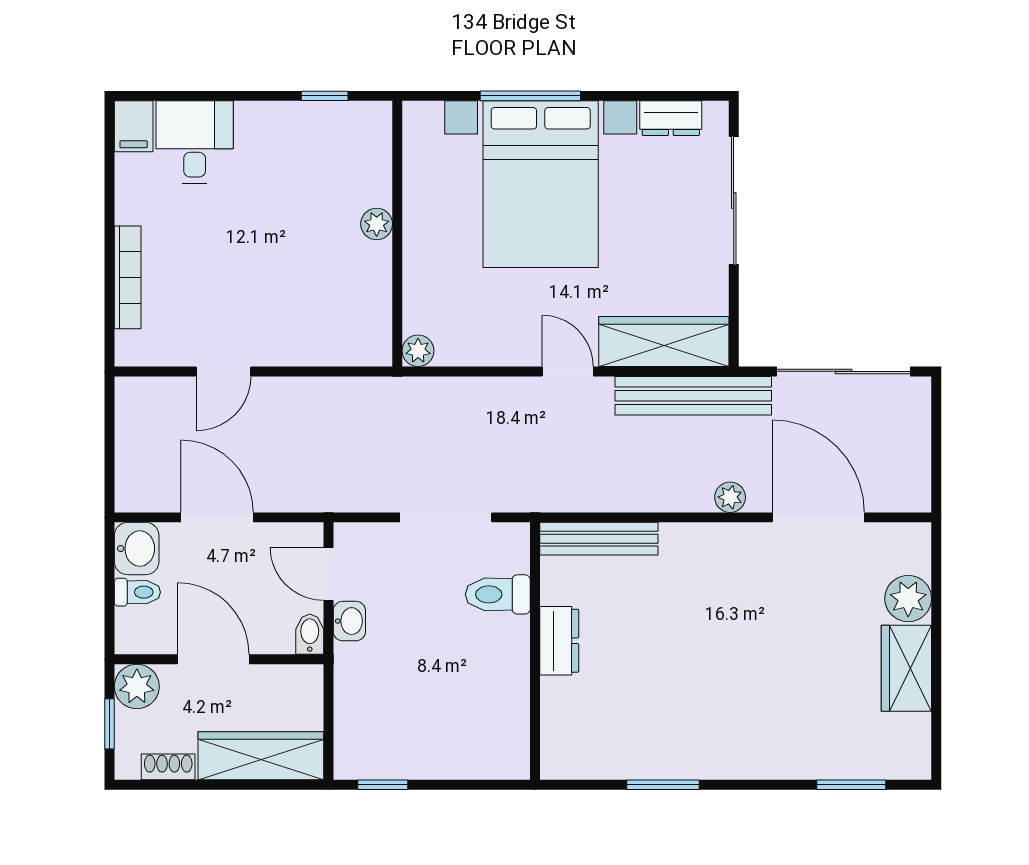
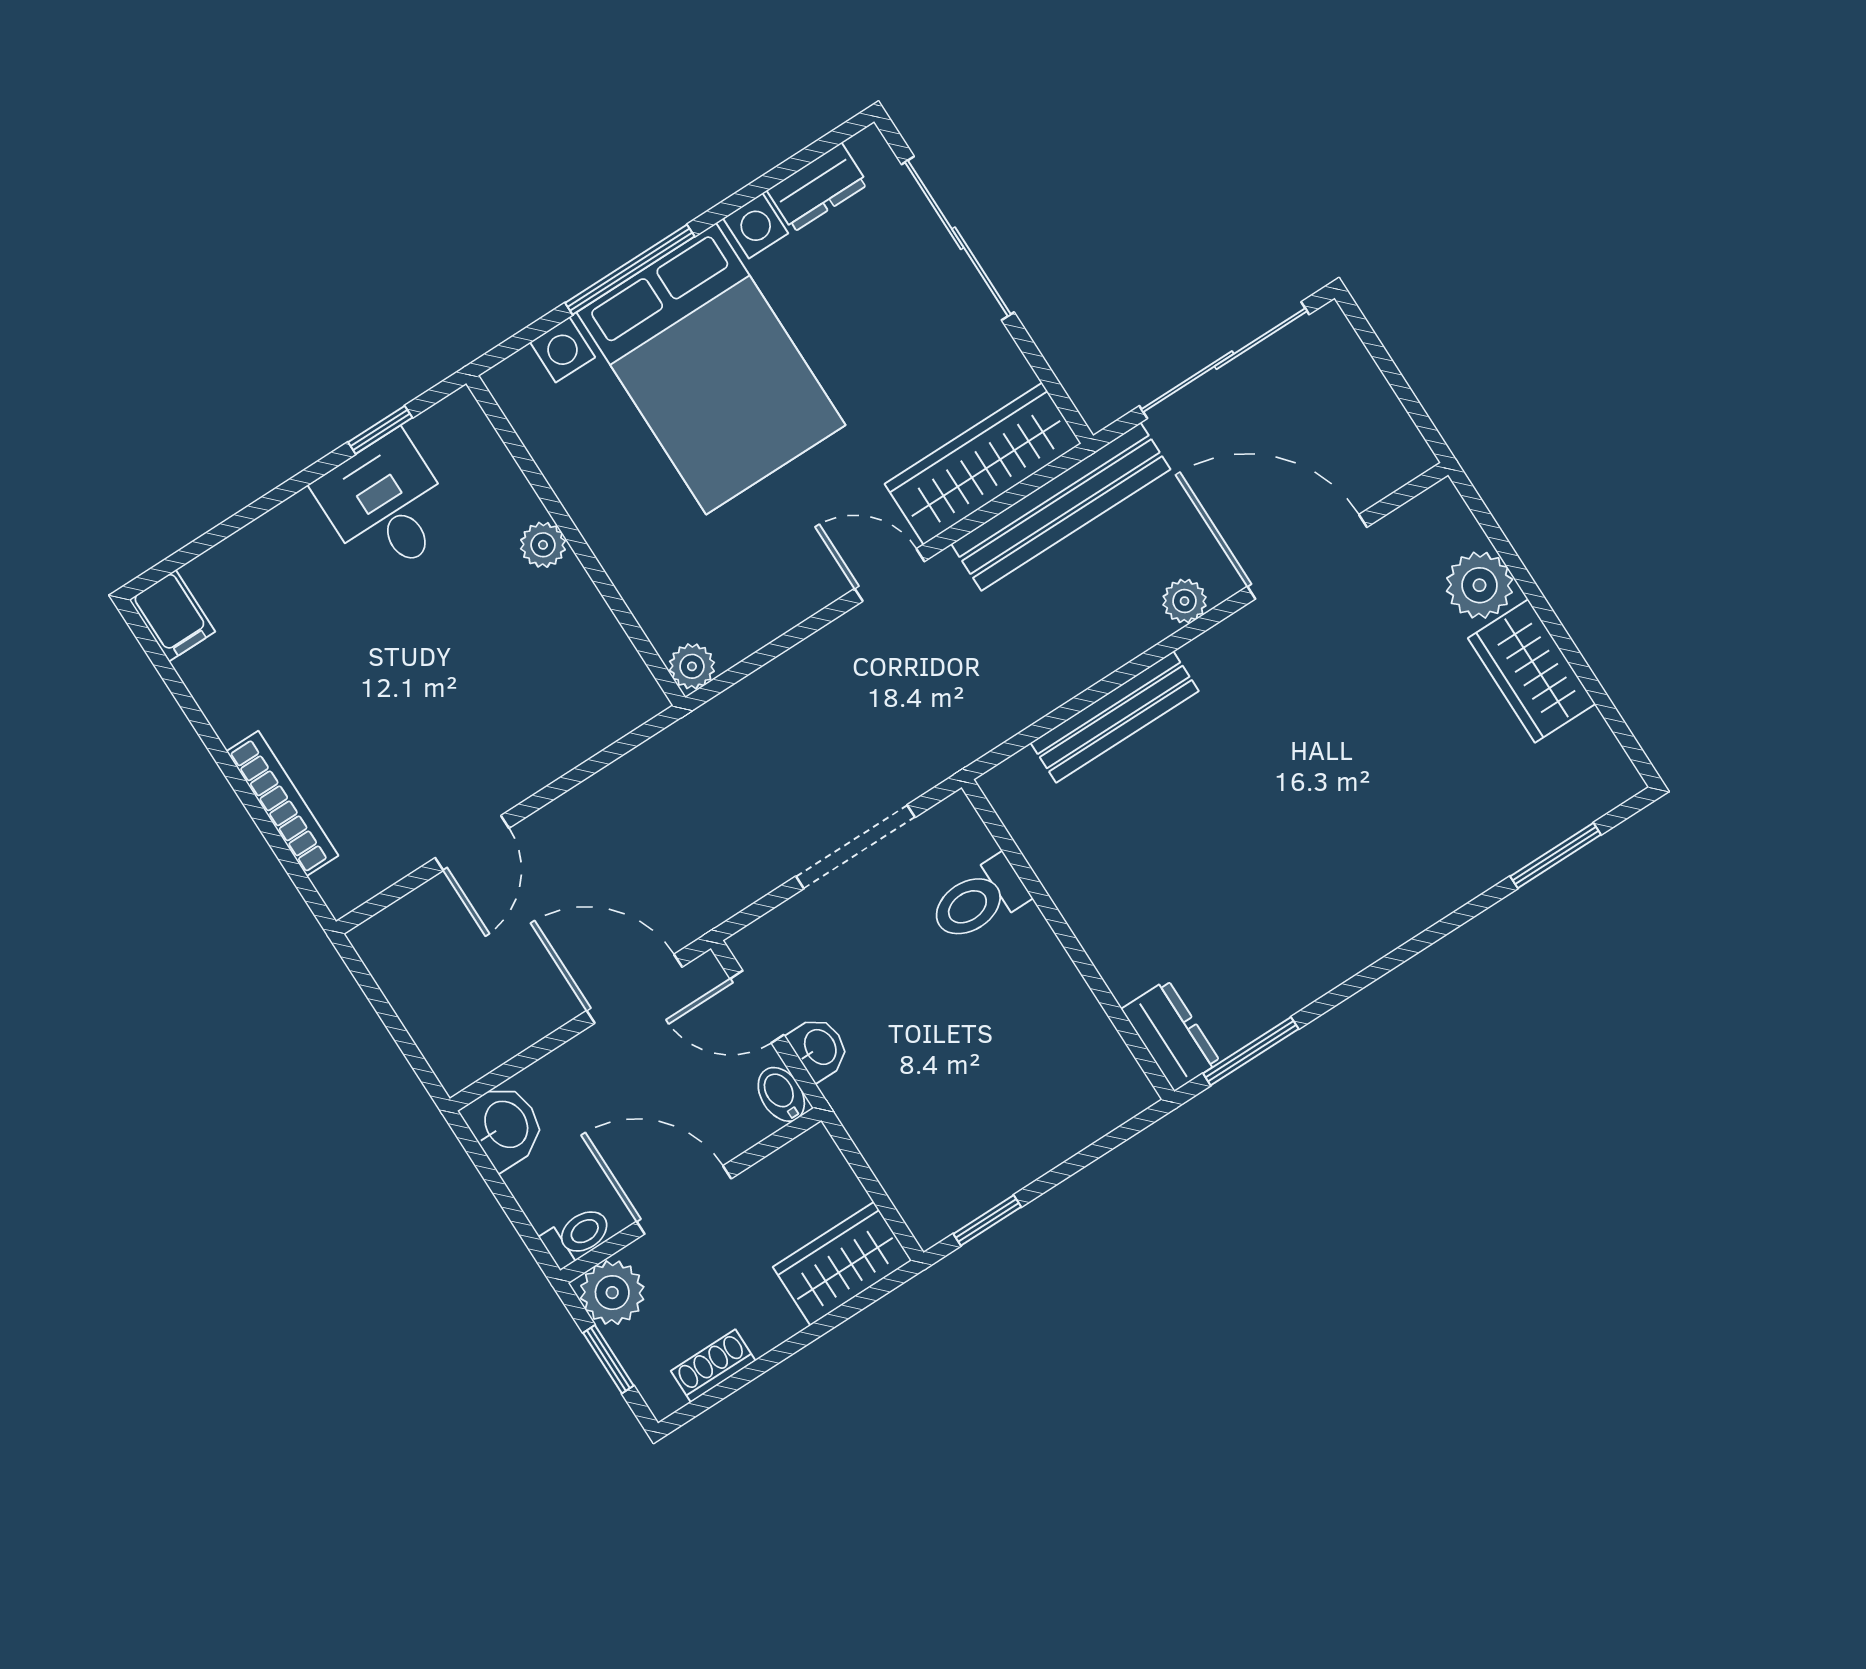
desk: (195, 142) -> (386, 505), moved
door: (217, 517) -> (634, 989), moved
bench: (599, 539) -> (1115, 717), moved
toilet: (137, 592) -> (577, 1236), moved
dresser: (559, 641) -> (1171, 1035), moved
wardrobe: (261, 756) -> (842, 1264), width x0.67
window: (663, 785) -> (1251, 1051), moved

